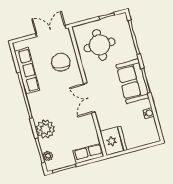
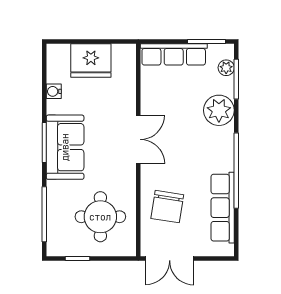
fridge: (113, 141) -> (91, 61), moved, turned -90
row of seats: (88, 154) -> (174, 54), width x1.48

